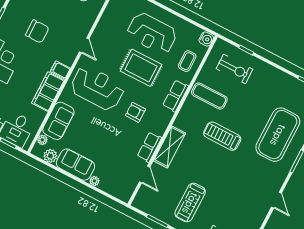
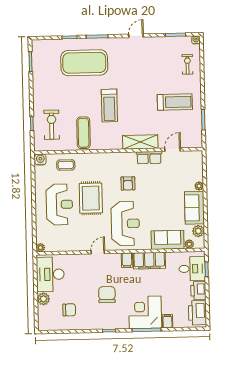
reception desk: (97, 88) -> (125, 224), turned 180
row of seats: (176, 96) -> (98, 159), removed

